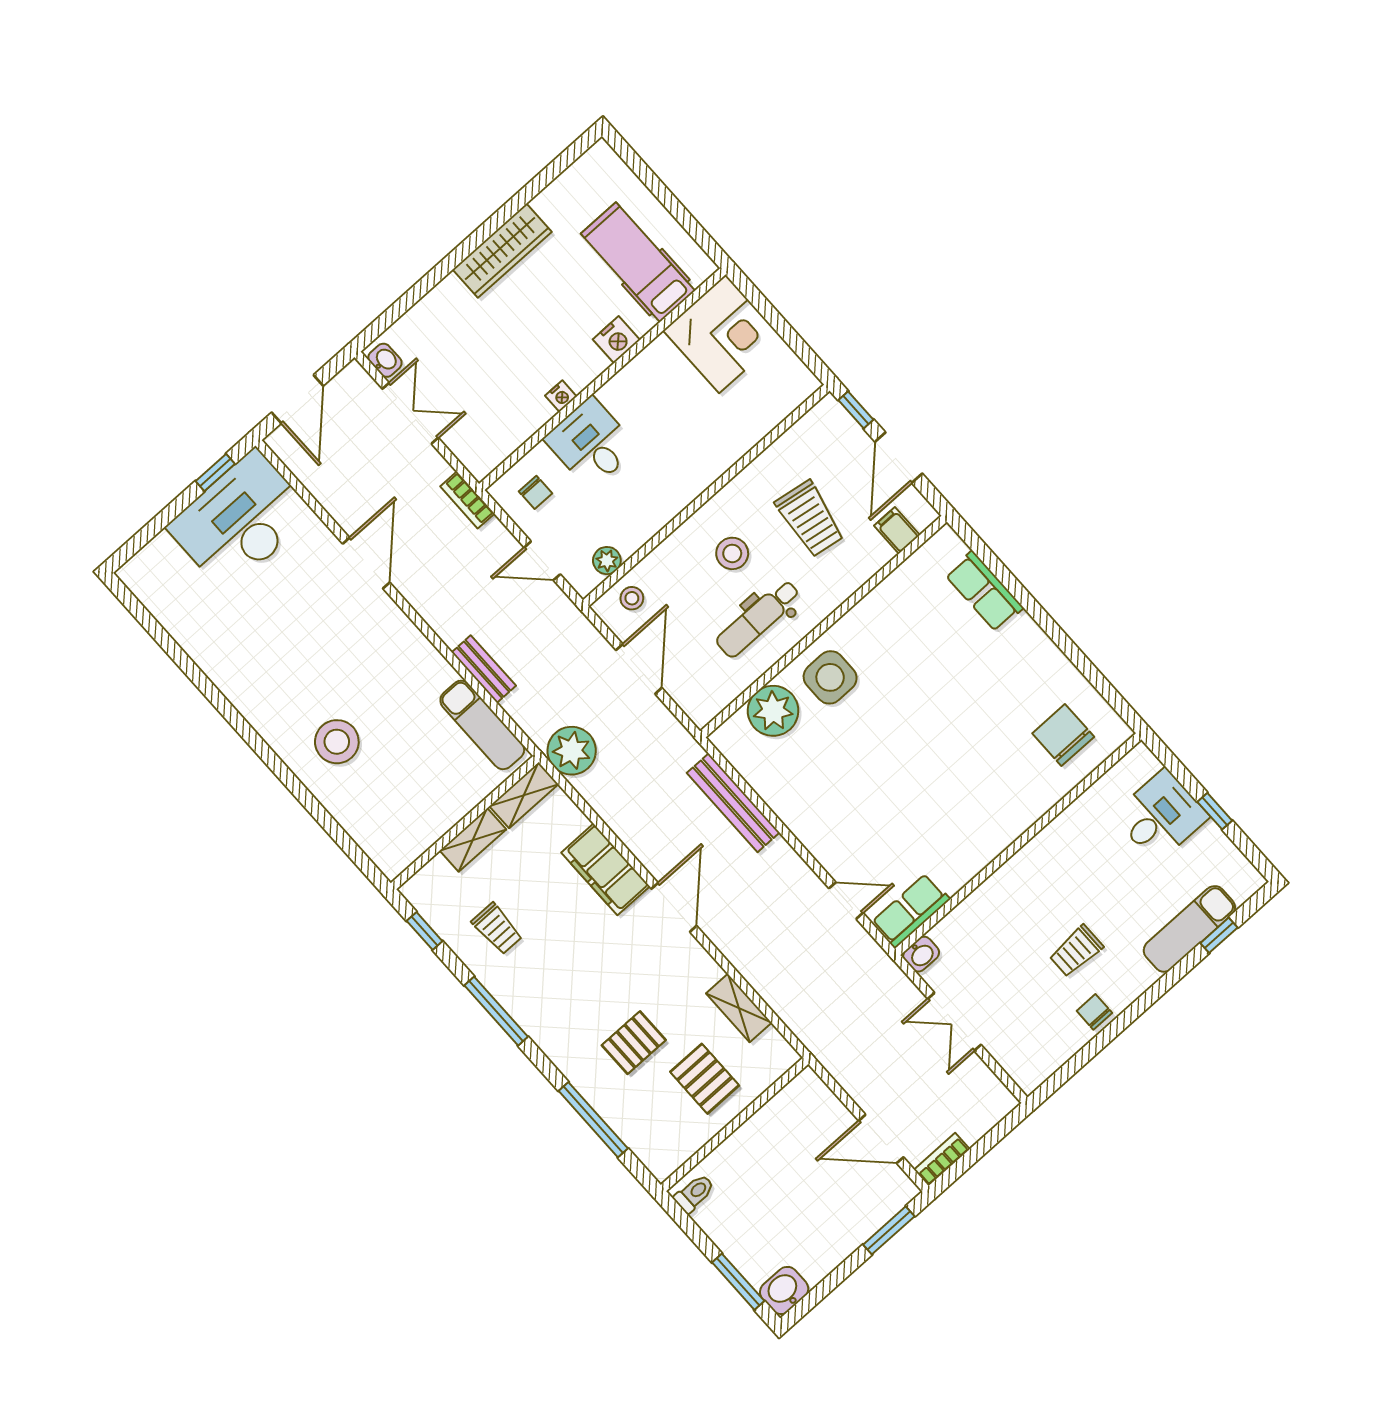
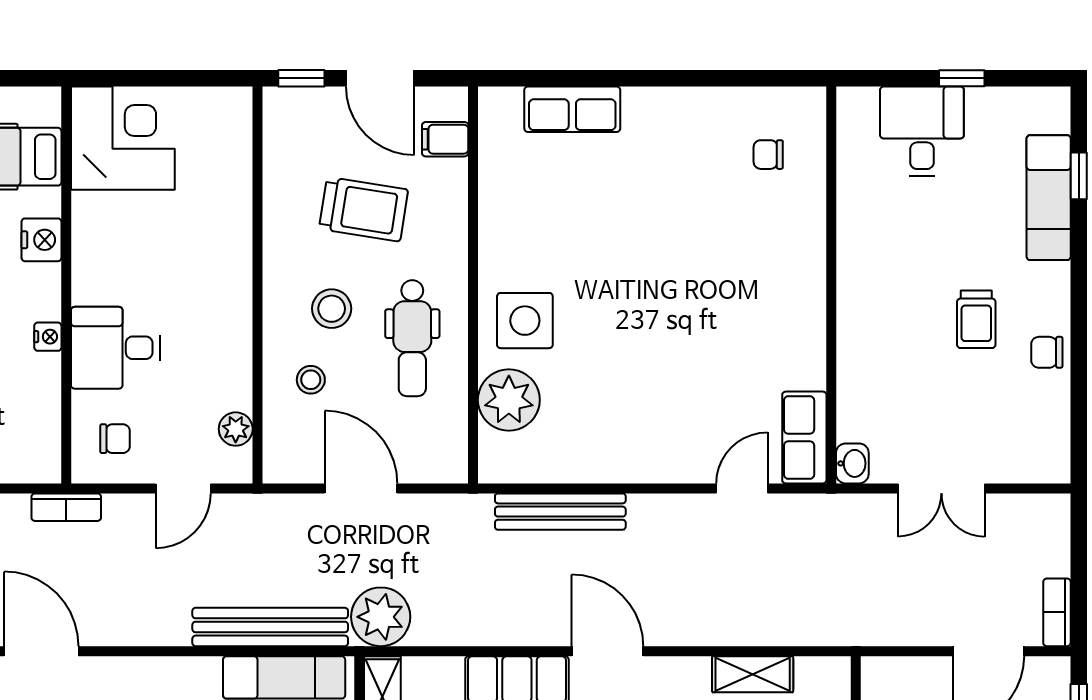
stool: (632, 598) -> (311, 380), moved
bench: (484, 669) -> (270, 627), width x1.86, depth x1.21
chair: (1063, 735) -> (768, 155), width x0.54, depth x0.54

